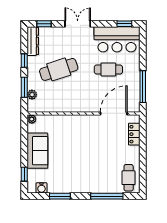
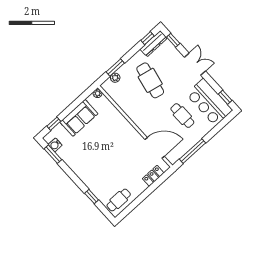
window: (24, 61) -> (147, 38), moved
cafe table: (59, 69) -> (150, 80), turned 30
window: (60, 196) -> (53, 154), moved
window: (107, 196) -> (92, 197), width x0.46

